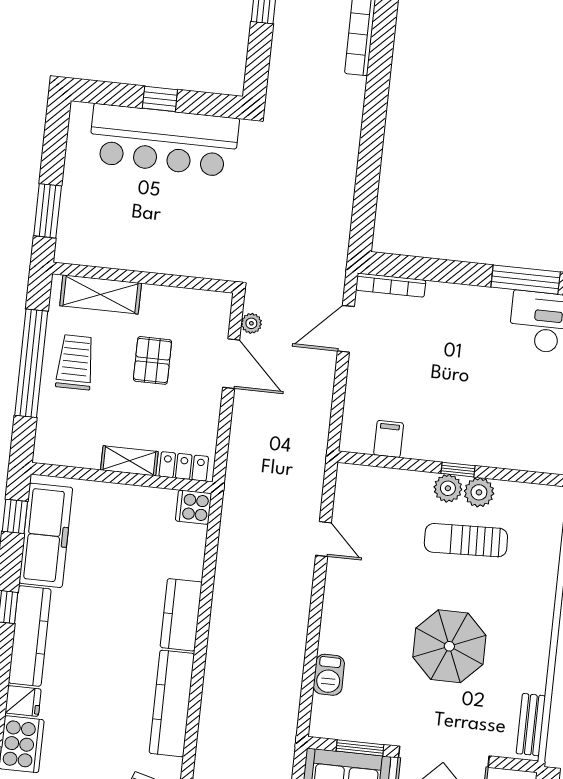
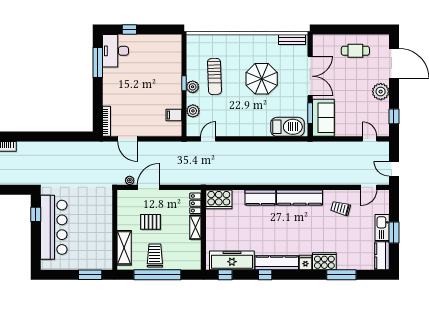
window: (160, 99) -> (36, 214), moved
trolley: (75, 362) -> (155, 256), turned 90
plant: (479, 492) -> (193, 111), moved
cooker: (194, 507) -> (219, 199), width x1.87, depth x1.31
door: (323, 539) -> (208, 139), moved
barbecue: (329, 675) -> (287, 127), width x1.88, depth x1.53

